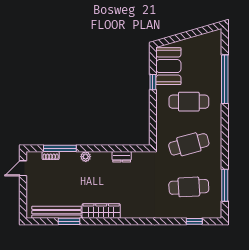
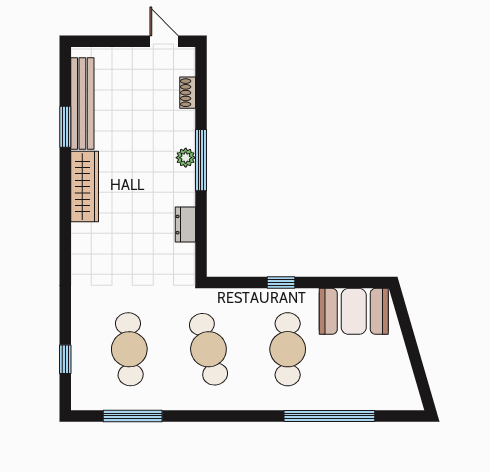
window: (153, 82) -> (281, 283), moved
window: (60, 148) -> (201, 160), moved

